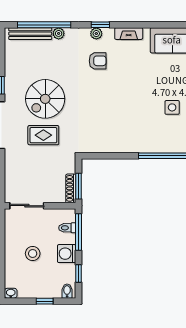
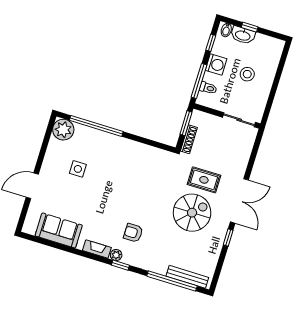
plant: (59, 33) -> (161, 269), removed
plant: (96, 34) -> (116, 255), moved
shoe rack: (71, 188) -> (189, 139), moved
washbasin: (11, 293) -> (243, 35), moved, width x1.91, depth x1.45

